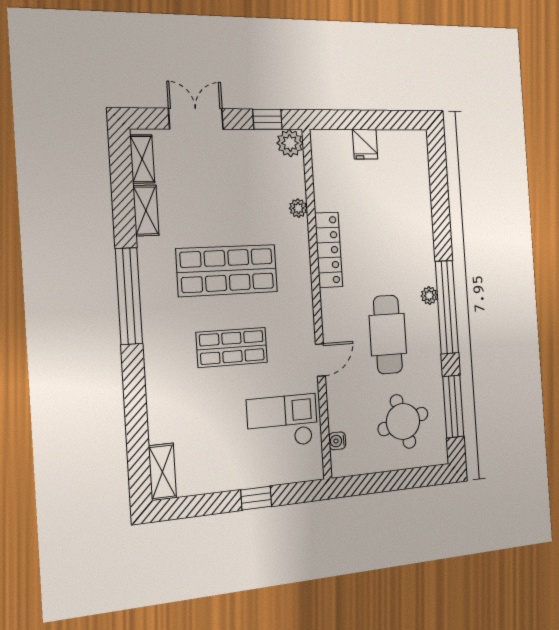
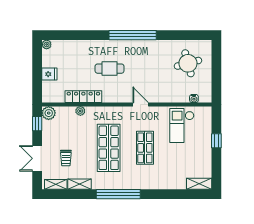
trolley: (200, 180) -> (66, 158), added
locker: (329, 250) -> (83, 97), moved
plant: (429, 295) -> (47, 44), moved
cafe table: (388, 334) -> (110, 69), moved, width x0.73, depth x0.74
door: (320, 360) -> (141, 105), moved
window: (453, 407) -> (183, 35), removed

